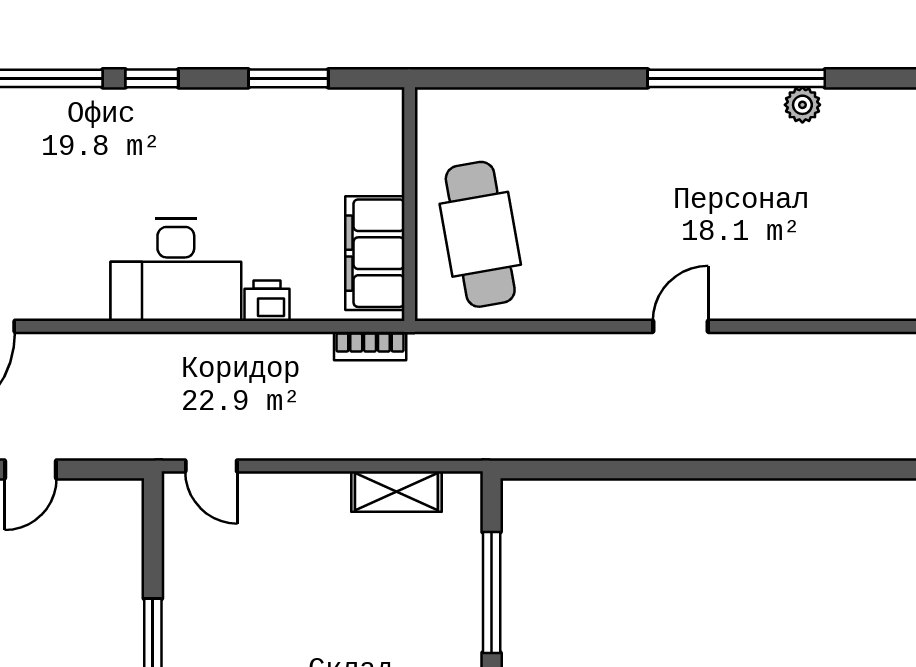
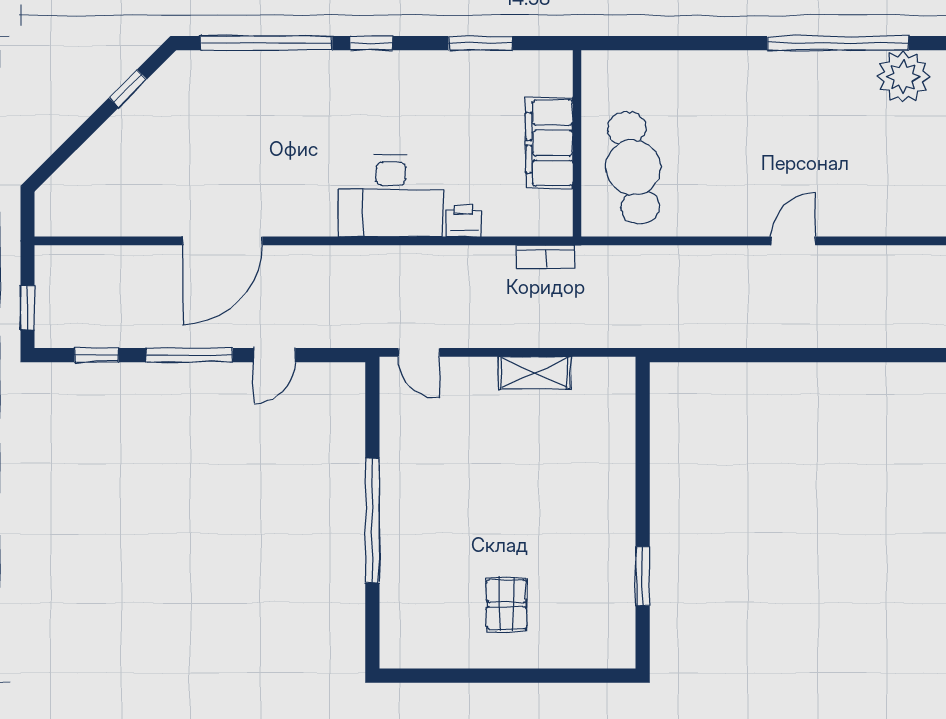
plant: (802, 105) -> (903, 77), width x1.88, depth x1.88
filing cabinet: (375, 253) -> (549, 143), moved
shelving: (396, 492) -> (535, 373), moved
window: (492, 592) -> (643, 453), removed

